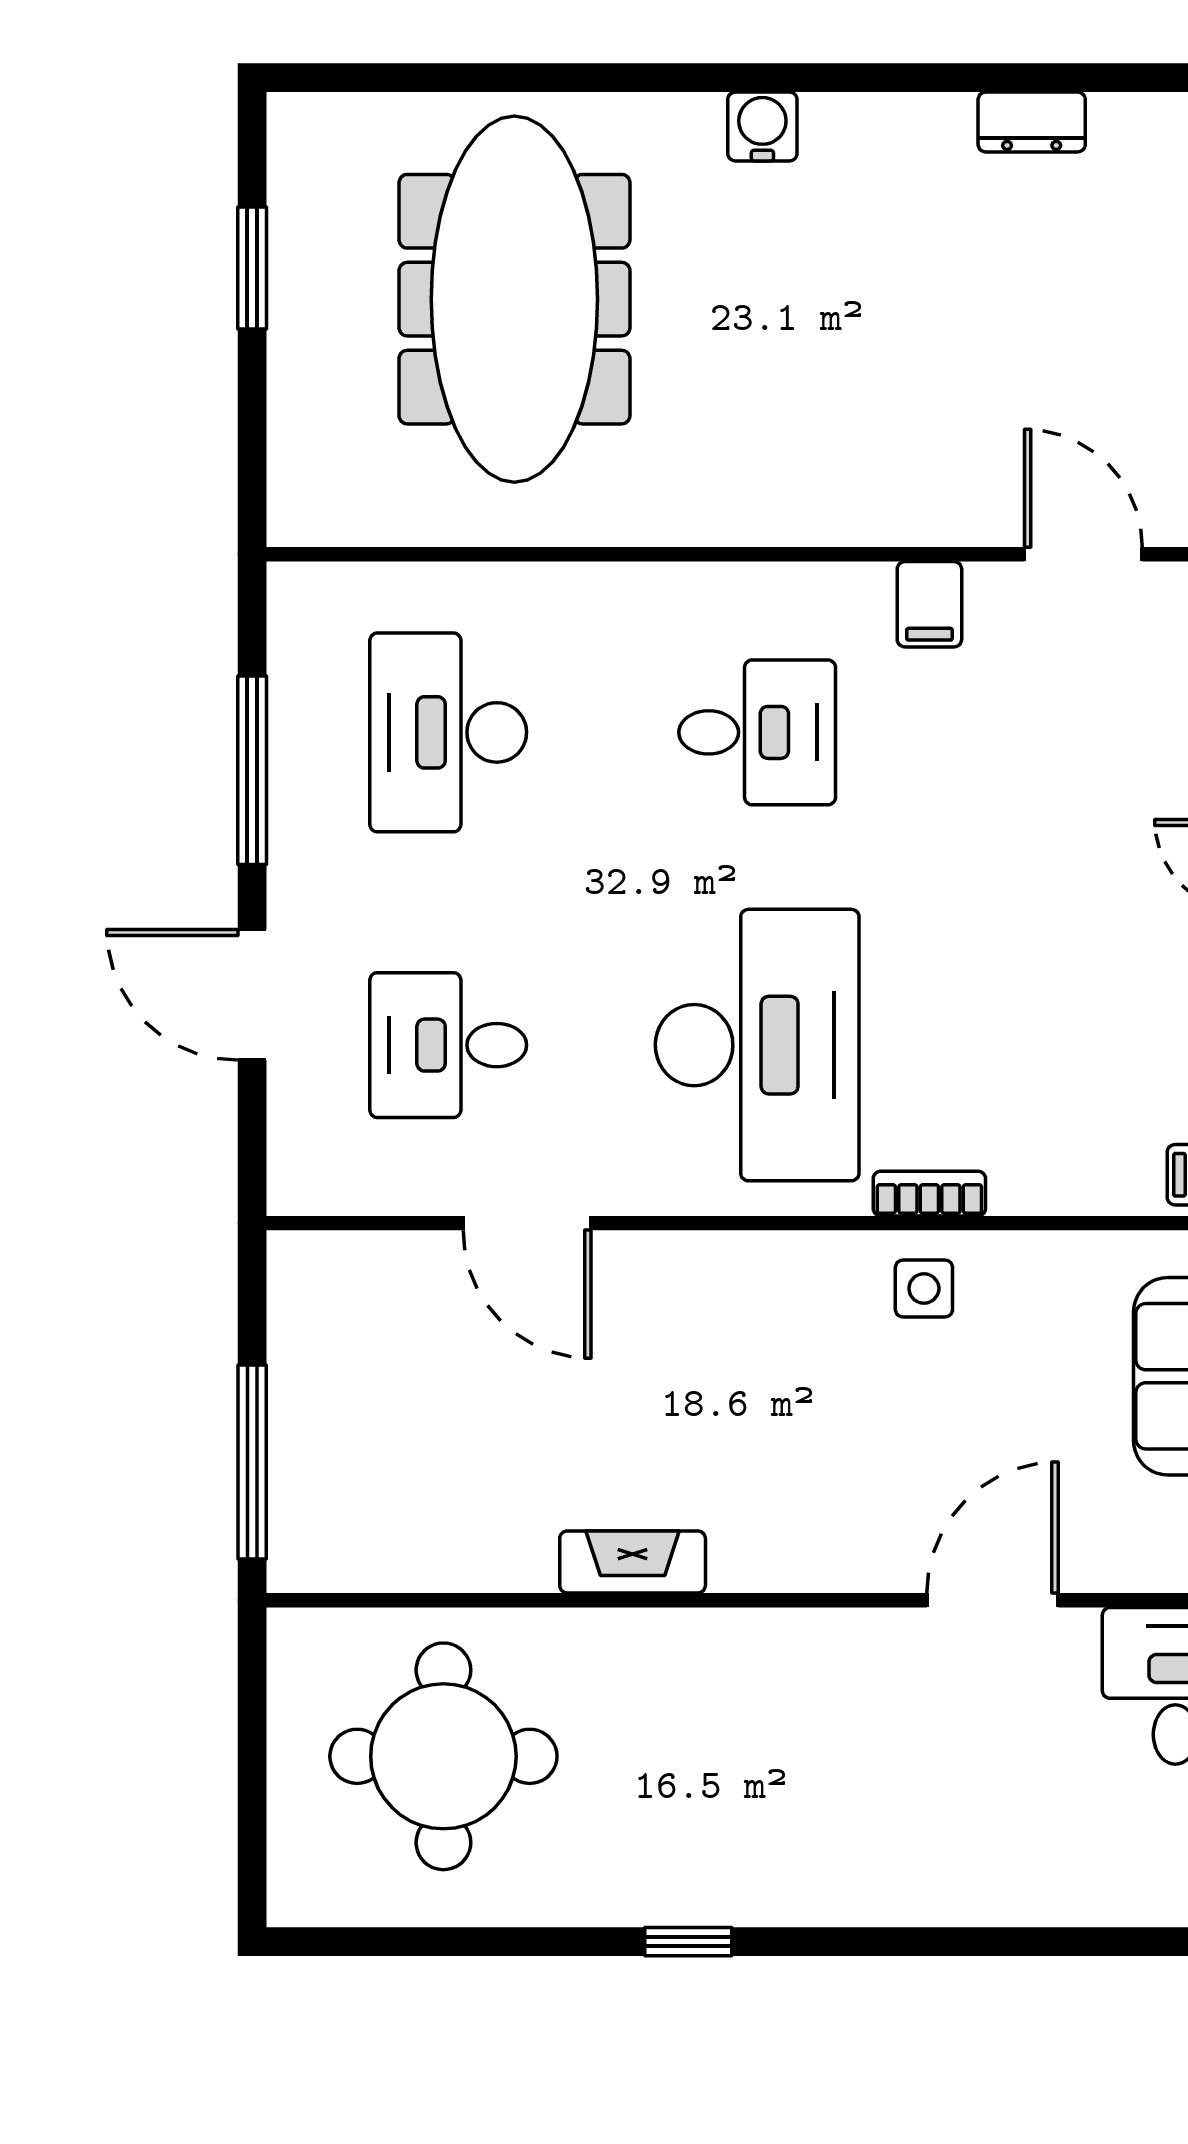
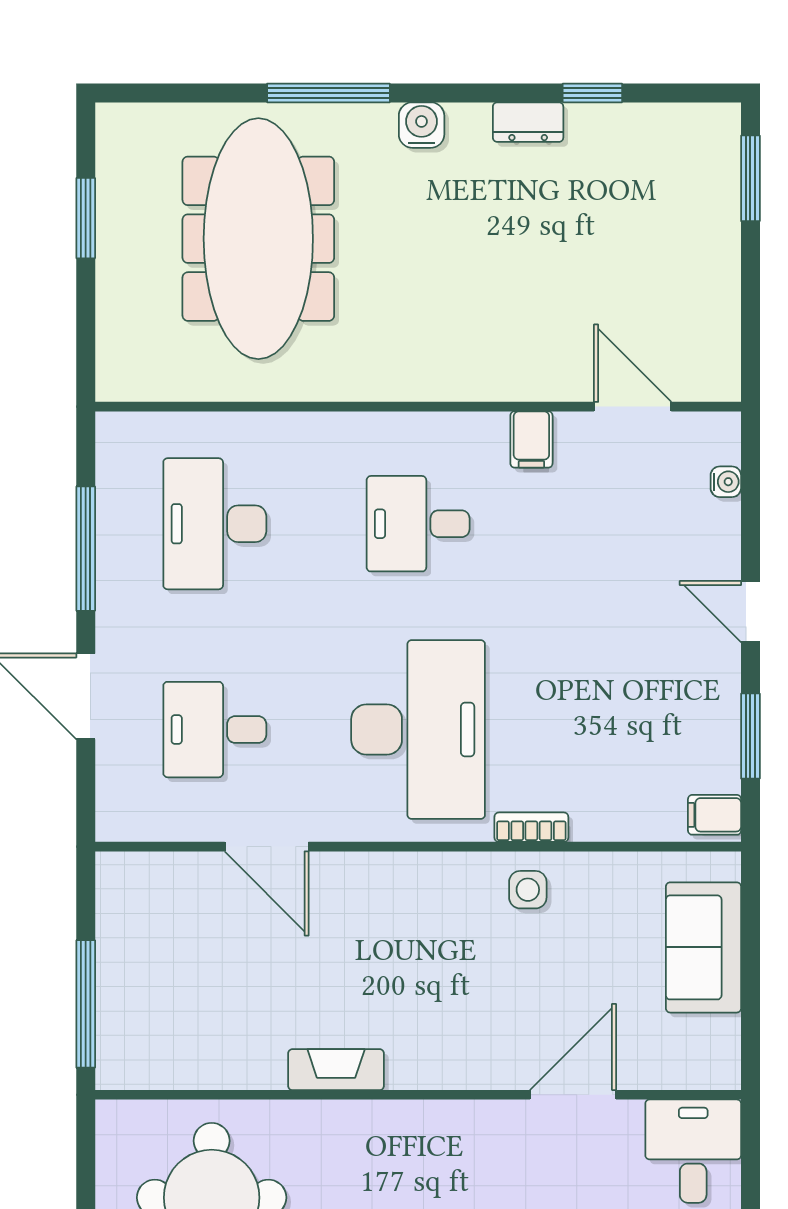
window: (621, 78) -> (328, 93), added
window: (1022, 78) -> (592, 93), added
dresser: (1032, 122) -> (528, 122), moved
desk: (757, 732) -> (418, 524), turned 180

